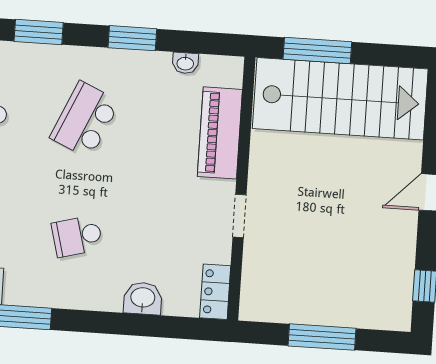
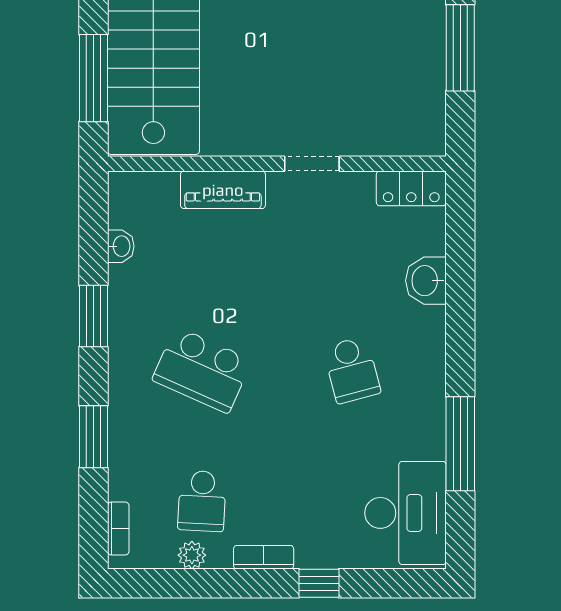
piano: (220, 133) -> (223, 190), width x0.73, depth x0.75

